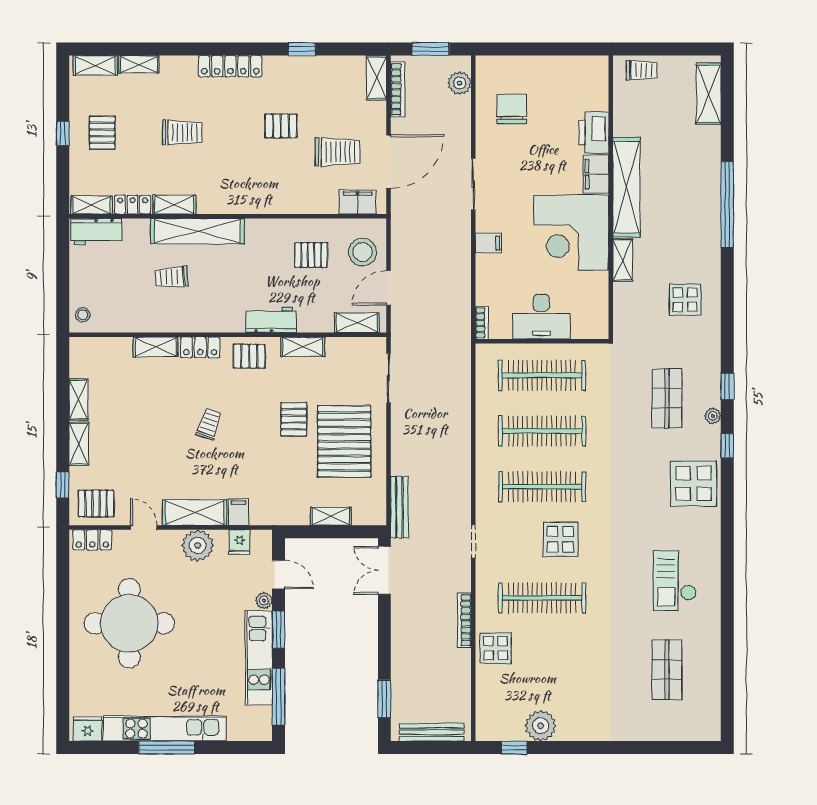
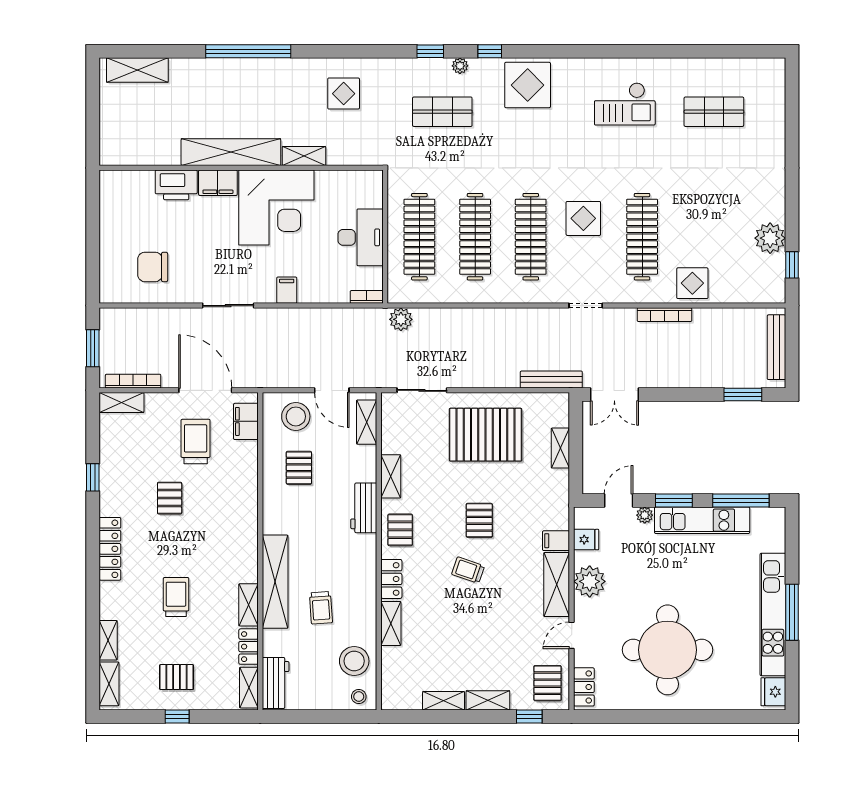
trolley: (642, 70) -> (114, 137), removed
plant: (460, 83) -> (401, 319), moved
stool: (118, 310) -> (354, 661), added
pallet: (294, 419) -> (479, 520), moved, turned 90

